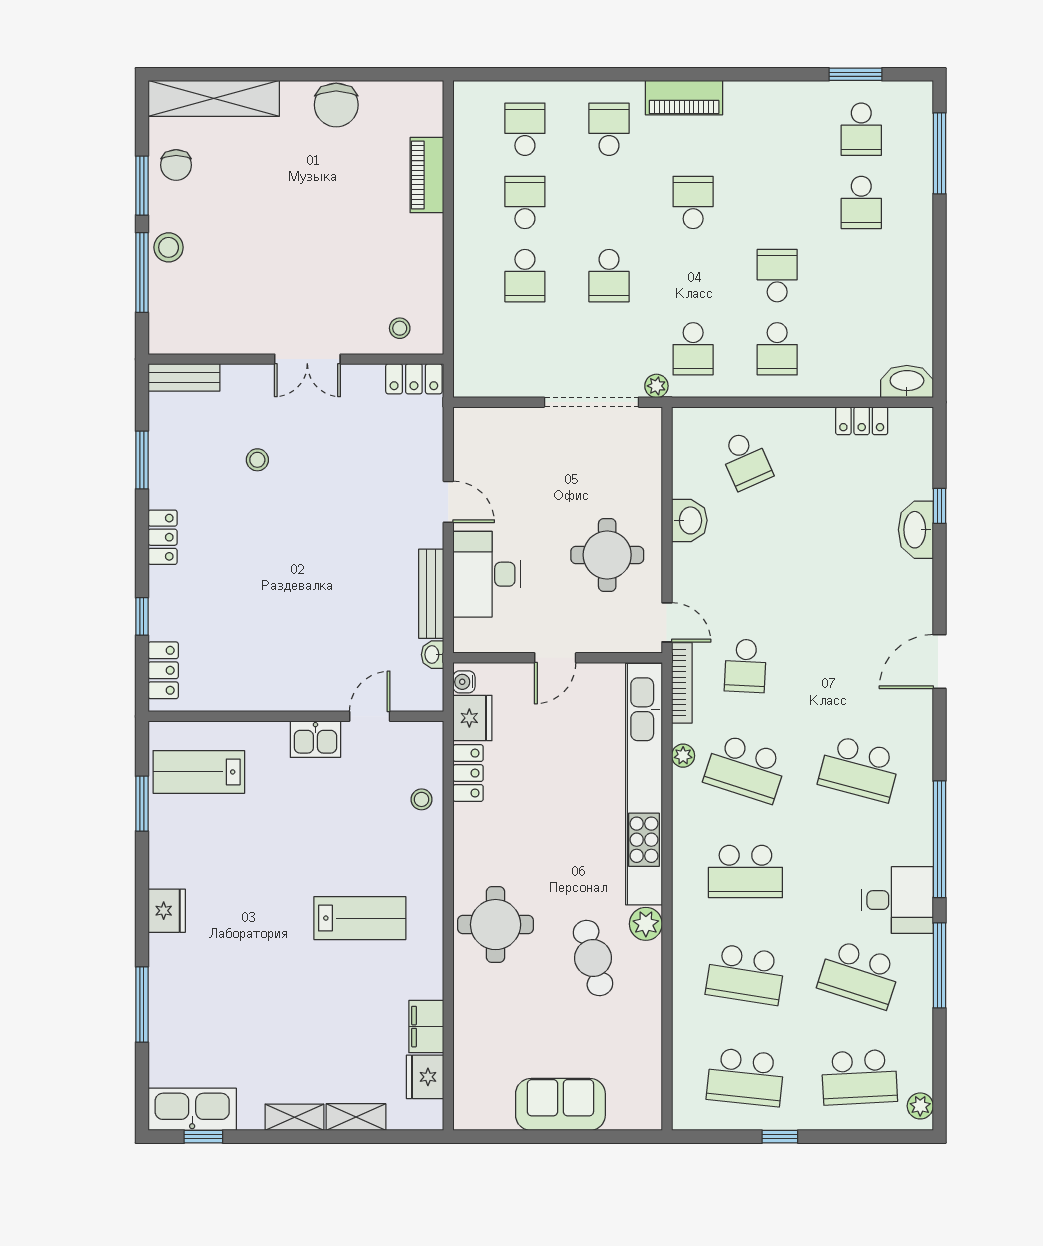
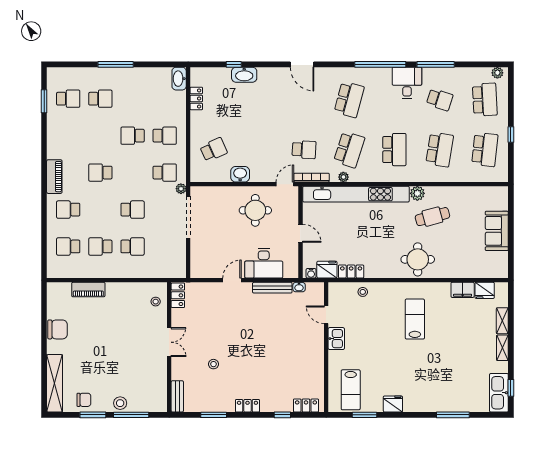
window: (939, 153) -> (116, 64), moved
fridge: (167, 911) -> (393, 404), moved
school desk: (859, 974) -> (440, 100), width x0.54

